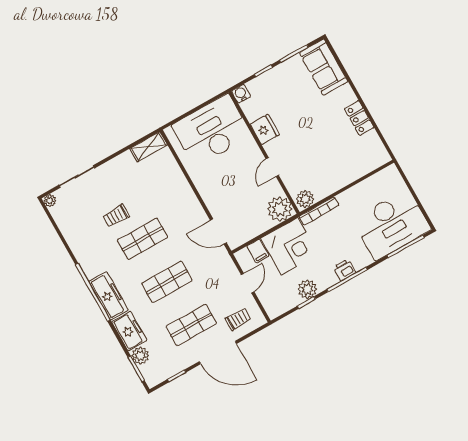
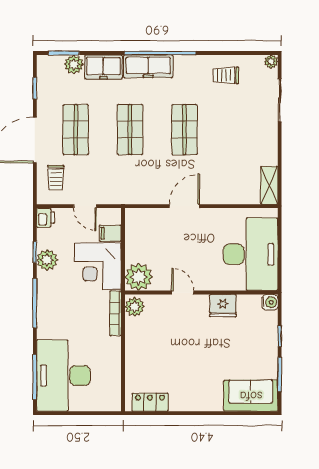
locker: (359, 118) -> (150, 402), moved
trolley: (116, 216) -> (226, 75), moved, turned -90
door: (218, 231) -> (184, 206), moved
printer: (345, 270) -> (45, 218), moved

